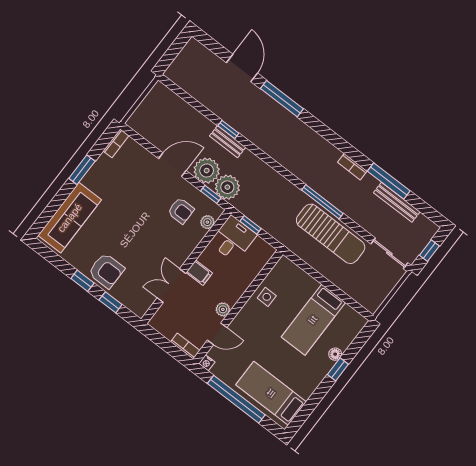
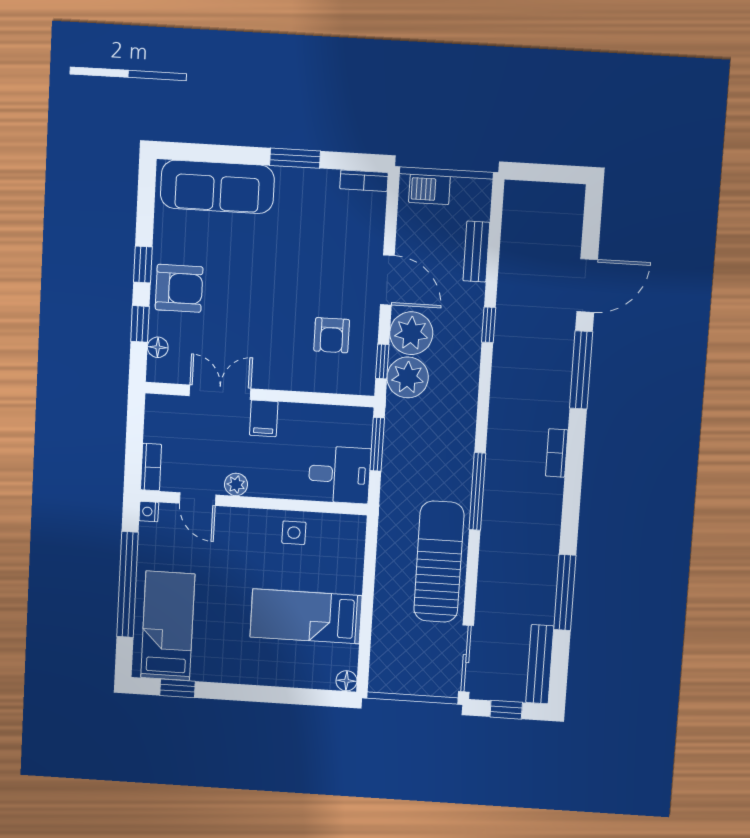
barbecue: (142, 114) -> (429, 189), added
bench: (228, 142) -> (476, 252), moved
bookcase: (352, 167) -> (557, 453), moved
window: (322, 202) -> (477, 491), moved
bench: (397, 202) -> (540, 664), moved
plant: (207, 222) -> (341, 383), removed
window: (250, 225) -> (377, 444), width x1.50
sun lounger: (331, 234) -> (439, 562), turned 180
desk: (233, 239) -> (339, 475), moved
armchair: (106, 271) -> (179, 288), turned -90
floor lamp: (128, 301) -> (158, 347), added
floor lamp: (335, 354) -> (346, 681), moved
window: (338, 369) -> (177, 688), moved

